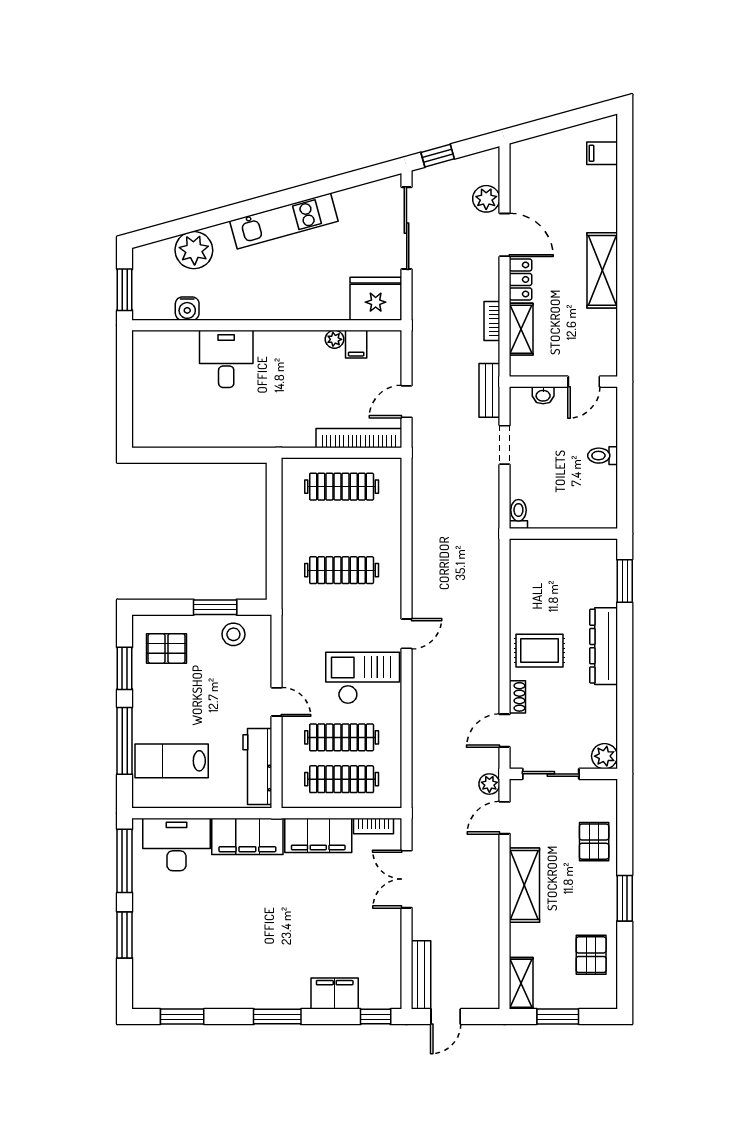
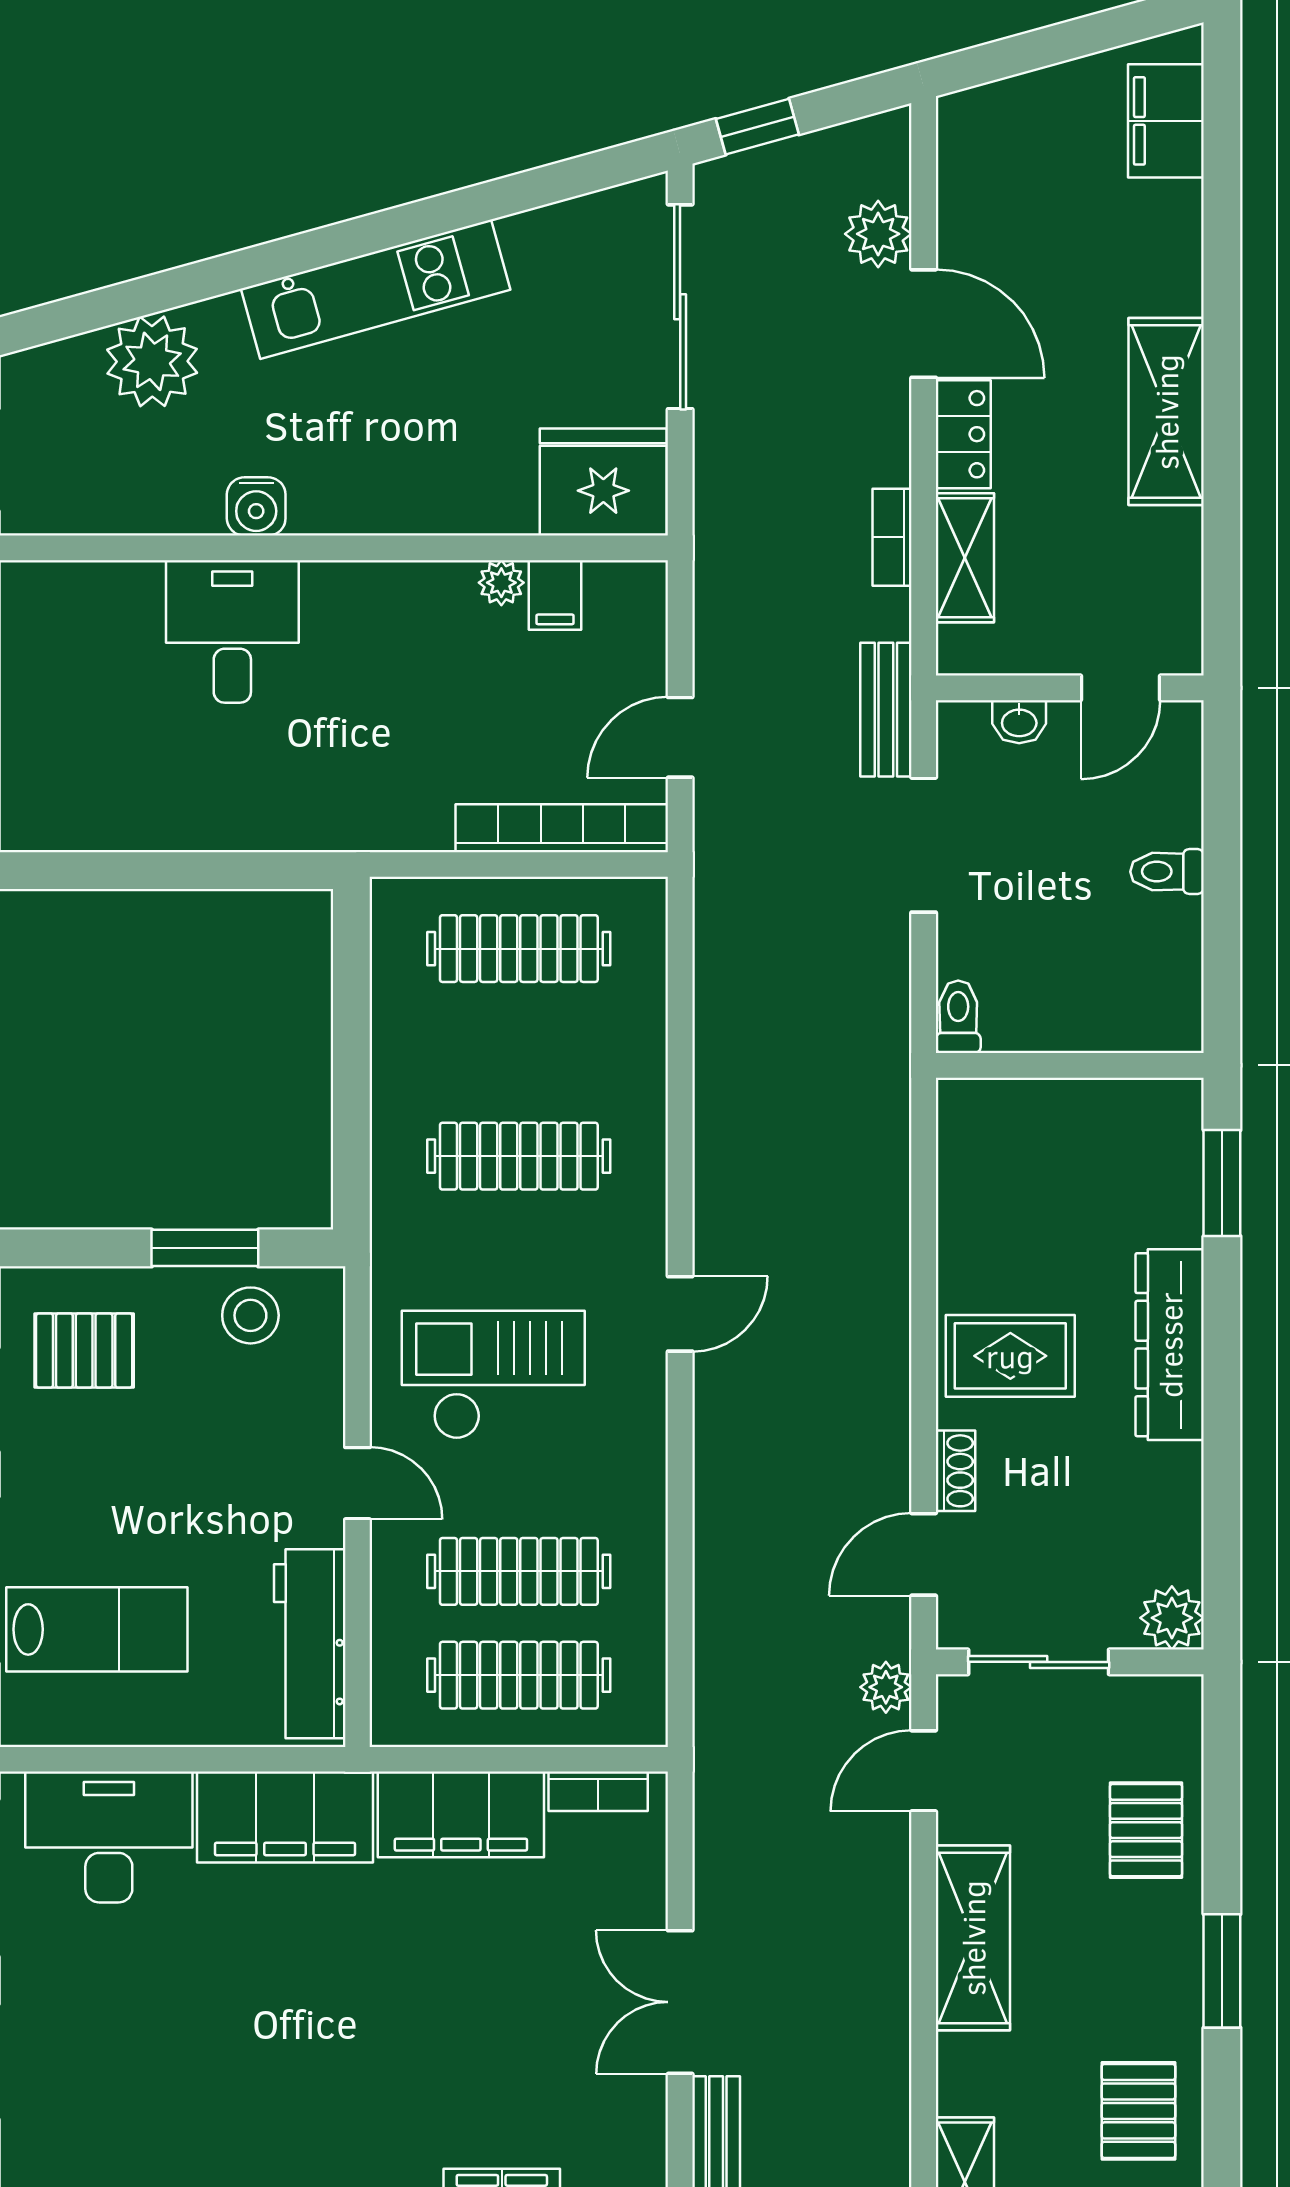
filing cabinet: (602, 153) -> (1166, 121), width x2.00
water cooler: (187, 309) -> (256, 506), moved
doorway: (505, 445) -> (924, 845), width x1.38
checkout: (363, 678) -> (493, 1375), moved
lab bench: (172, 761) -> (97, 1629), turned 180
double door: (407, 879) -> (680, 2002), moved

